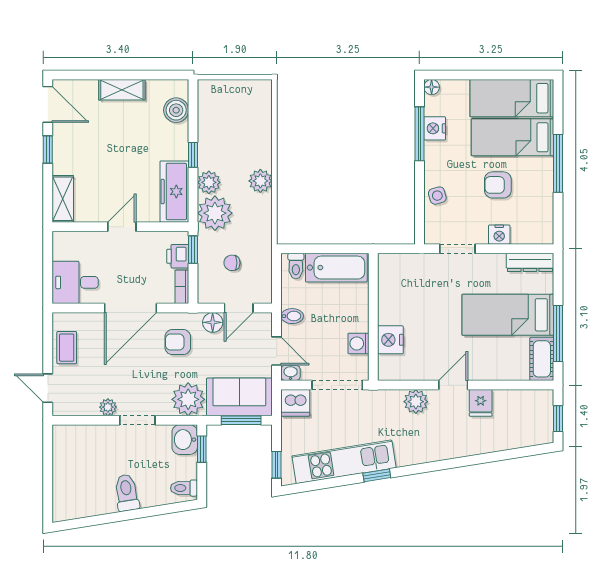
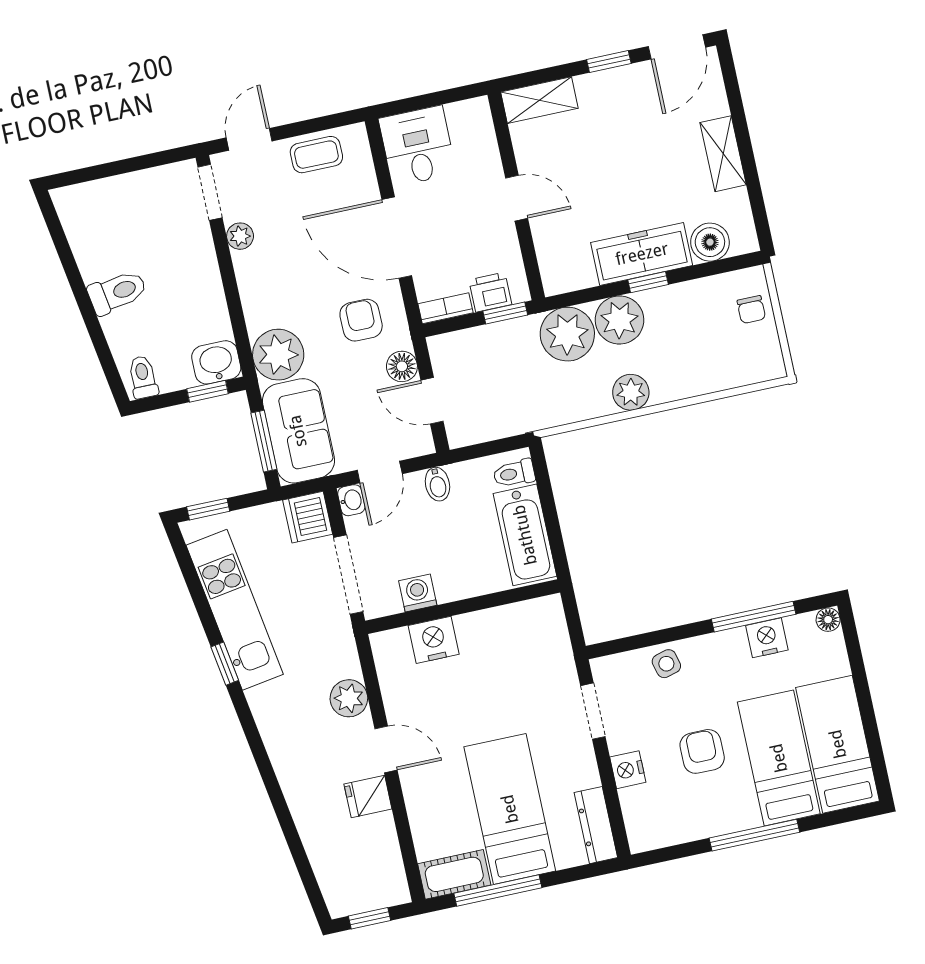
plant: (209, 182) -> (619, 320), width x1.36, depth x1.36
freezer: (174, 192) -> (642, 254), moved
chair: (232, 263) -> (751, 310), moved, turned 180
doorway: (137, 420) -> (210, 192), moved

